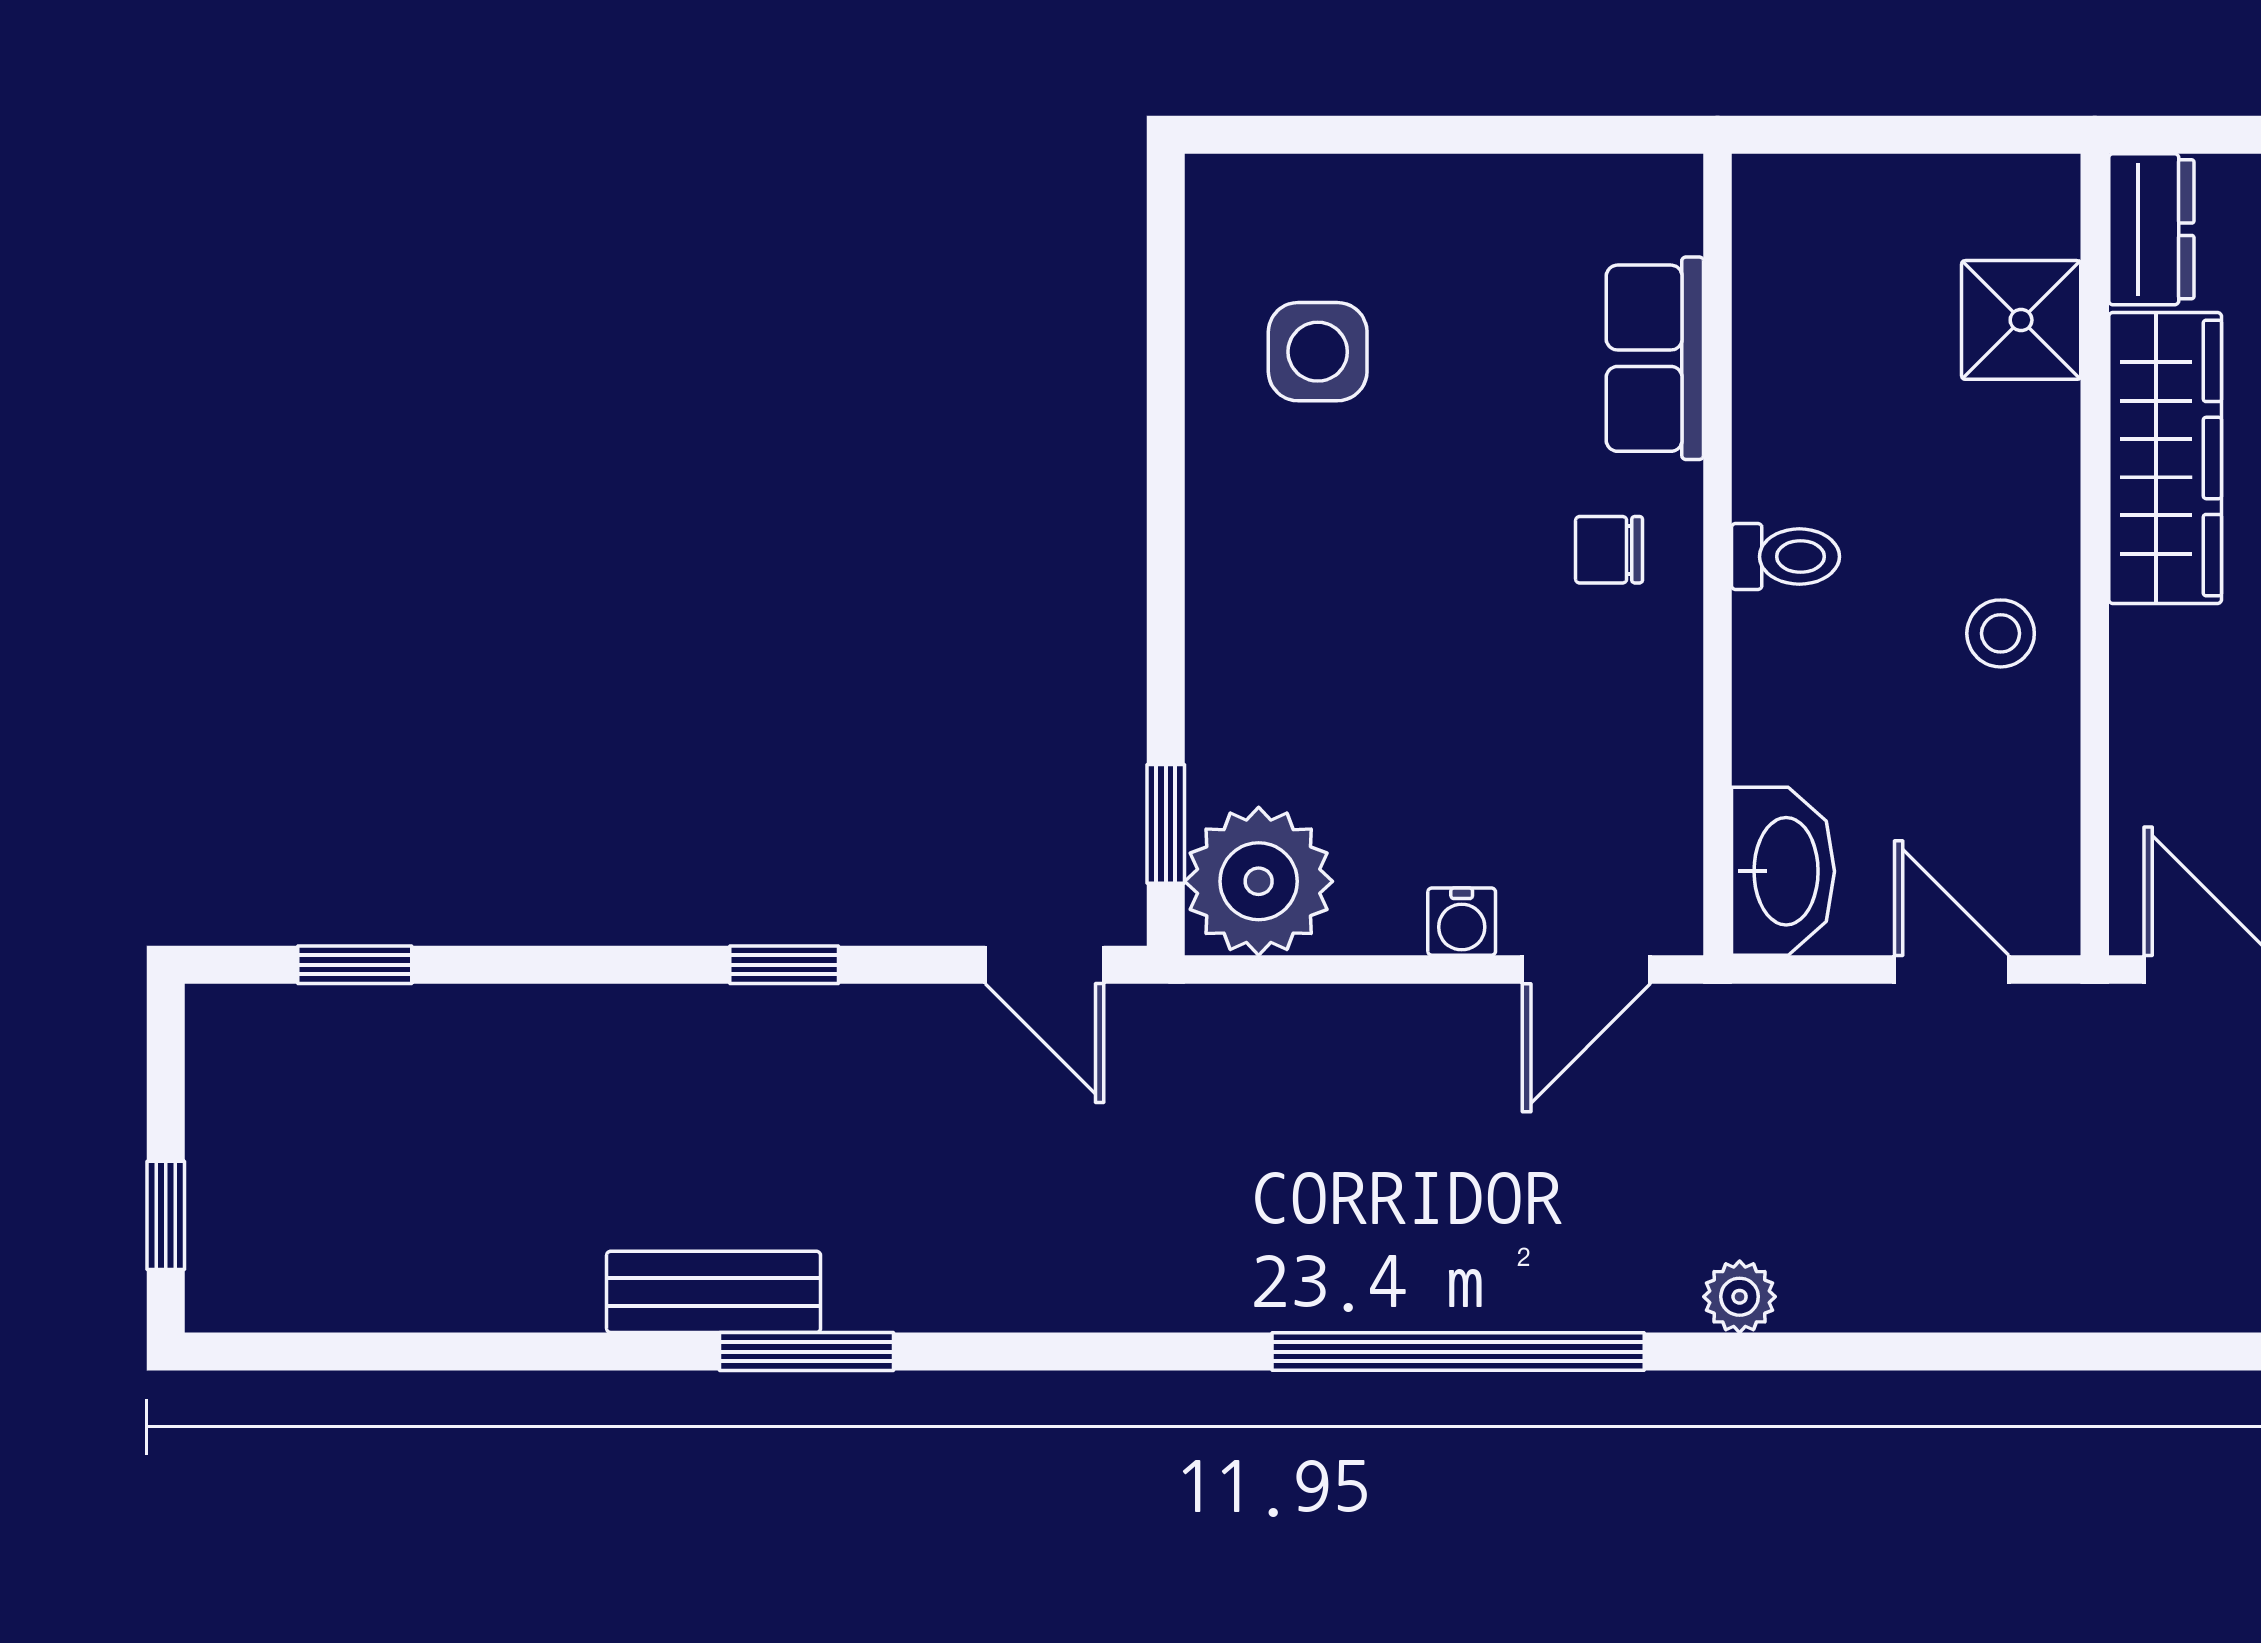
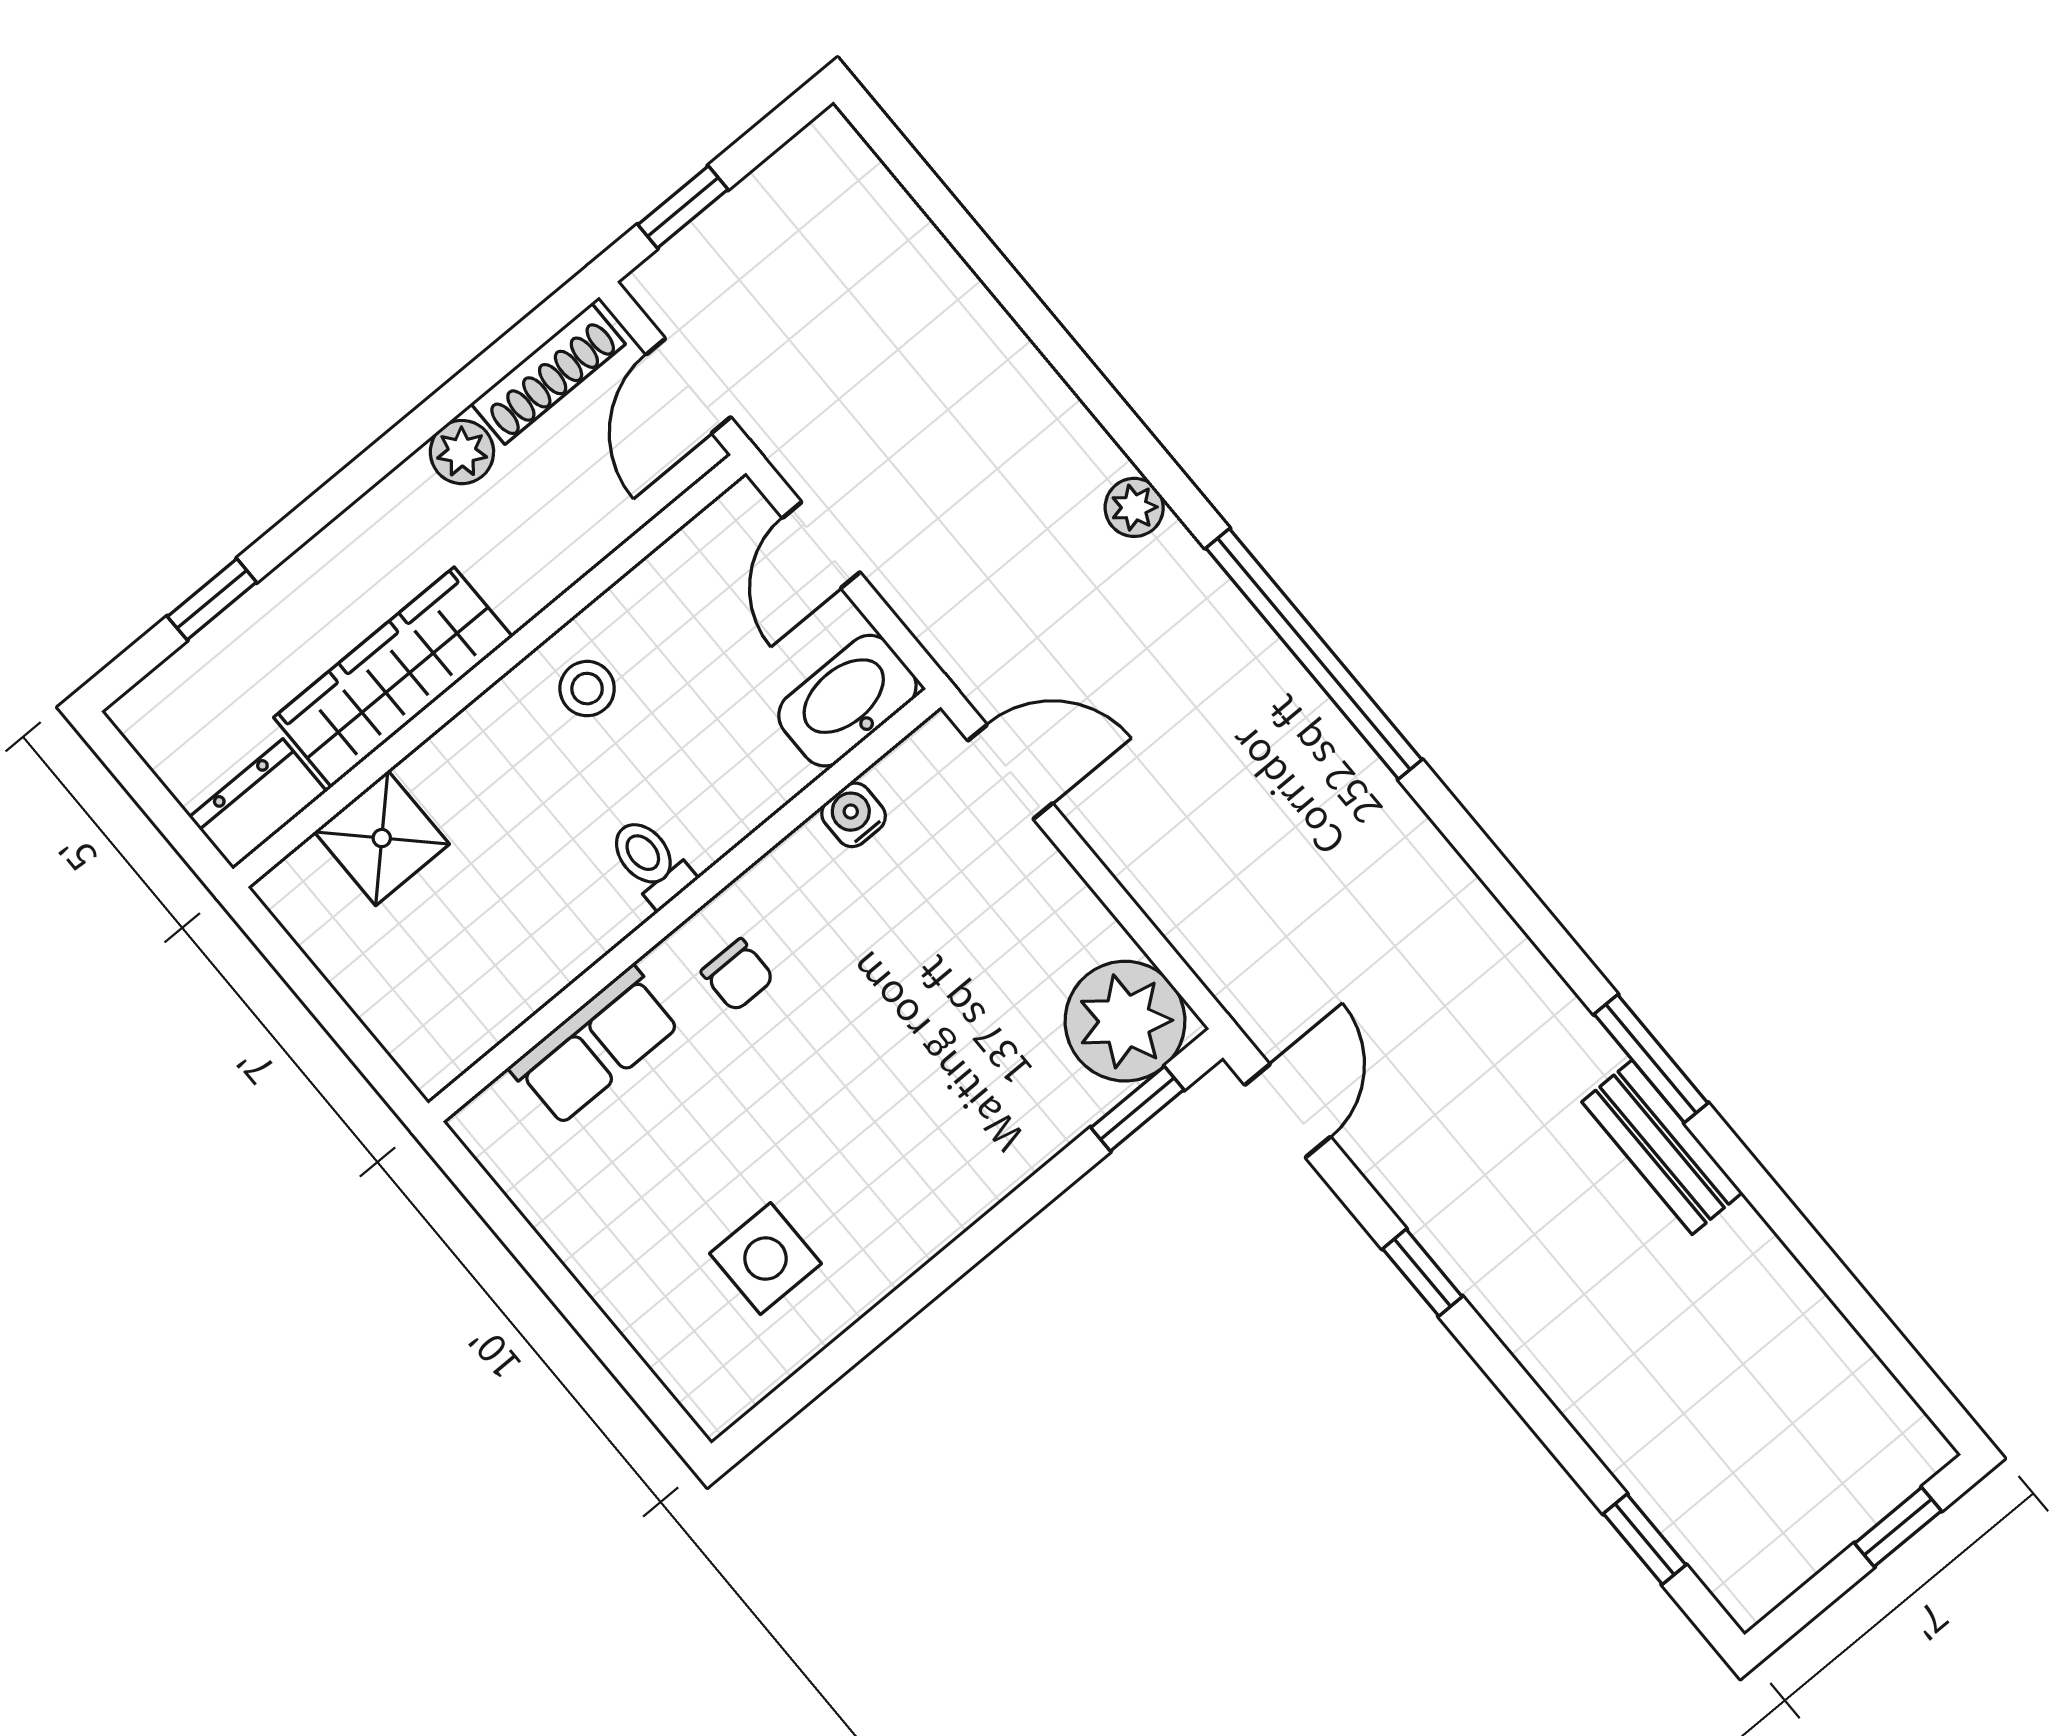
water cooler: (1462, 922) -> (854, 815), moved, turned -90

